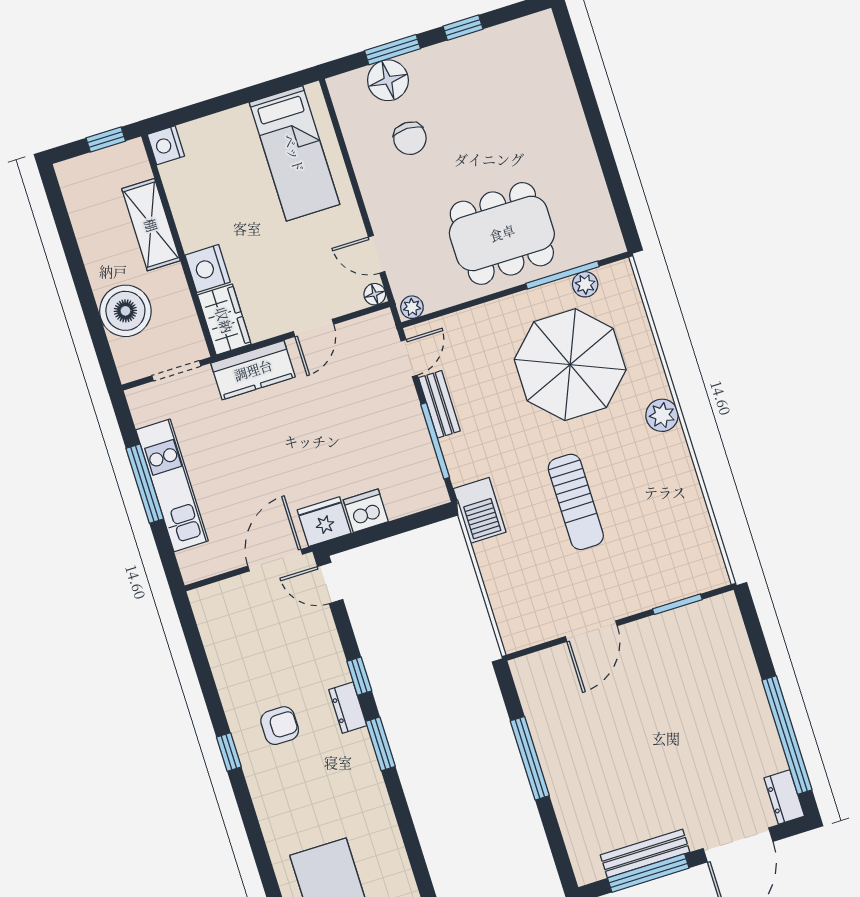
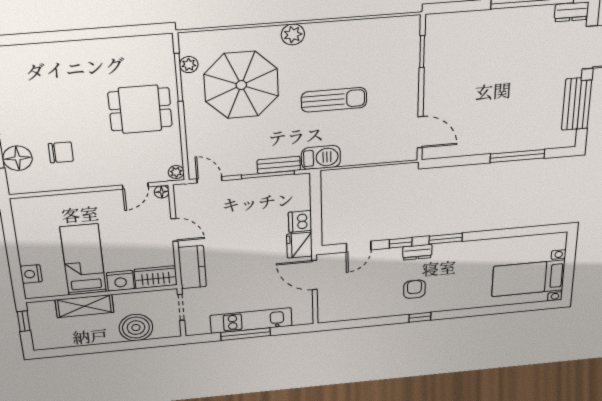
nightstand: (166, 145) -> (31, 274), moved, turned 90
bed: (294, 153) -> (83, 260), moved, turned -90
dining table: (502, 233) -> (140, 109), width x0.73
bench: (439, 404) -> (279, 165), moved
door: (330, 583) -> (359, 247), moved
door: (591, 631) -> (420, 132), moved
window: (530, 758) -> (517, 156), moved

